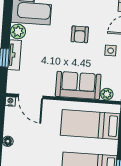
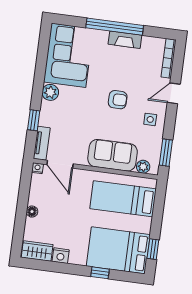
armchair: (80, 34) -> (118, 100), turned -90
tv unit: (15, 55) -> (42, 143), moved

